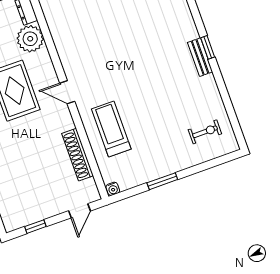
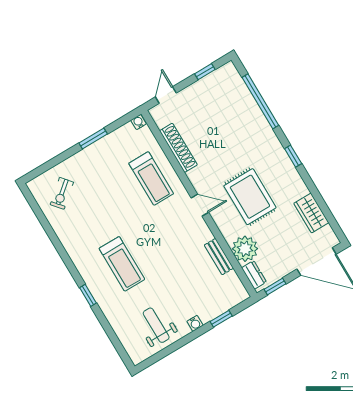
window: (208, 47) -> (88, 295), moved
treadmill: (158, 48) -> (122, 264), added
bench: (200, 57) -> (219, 257), moved
exercise bike: (205, 132) -> (62, 193), turned -40

